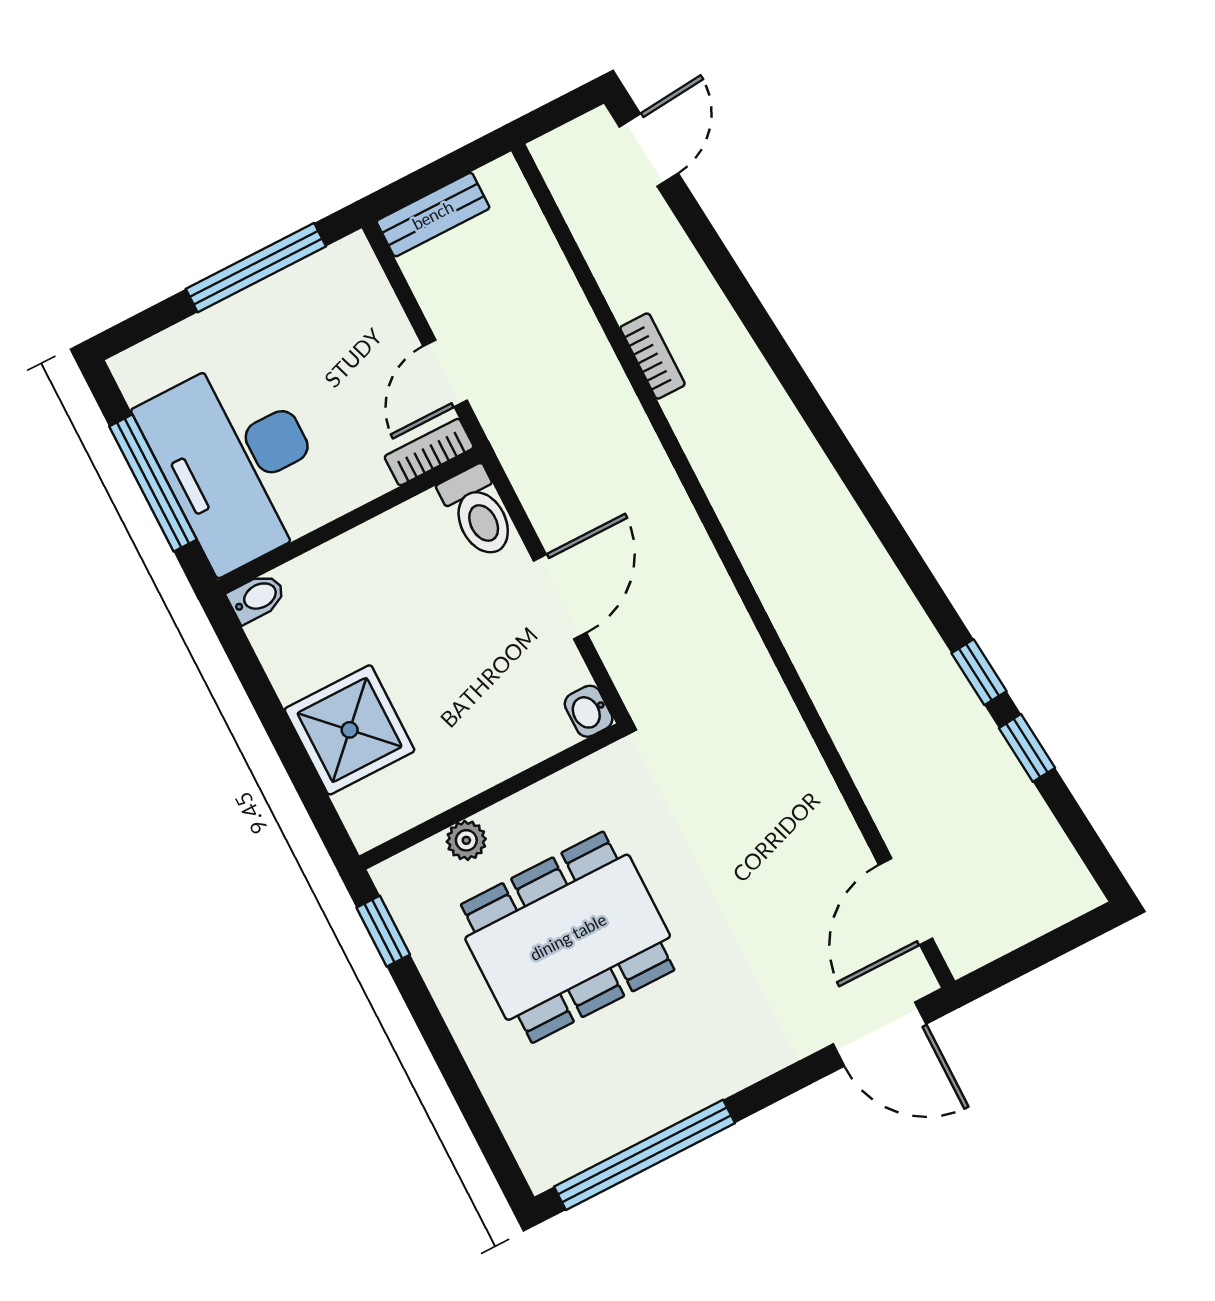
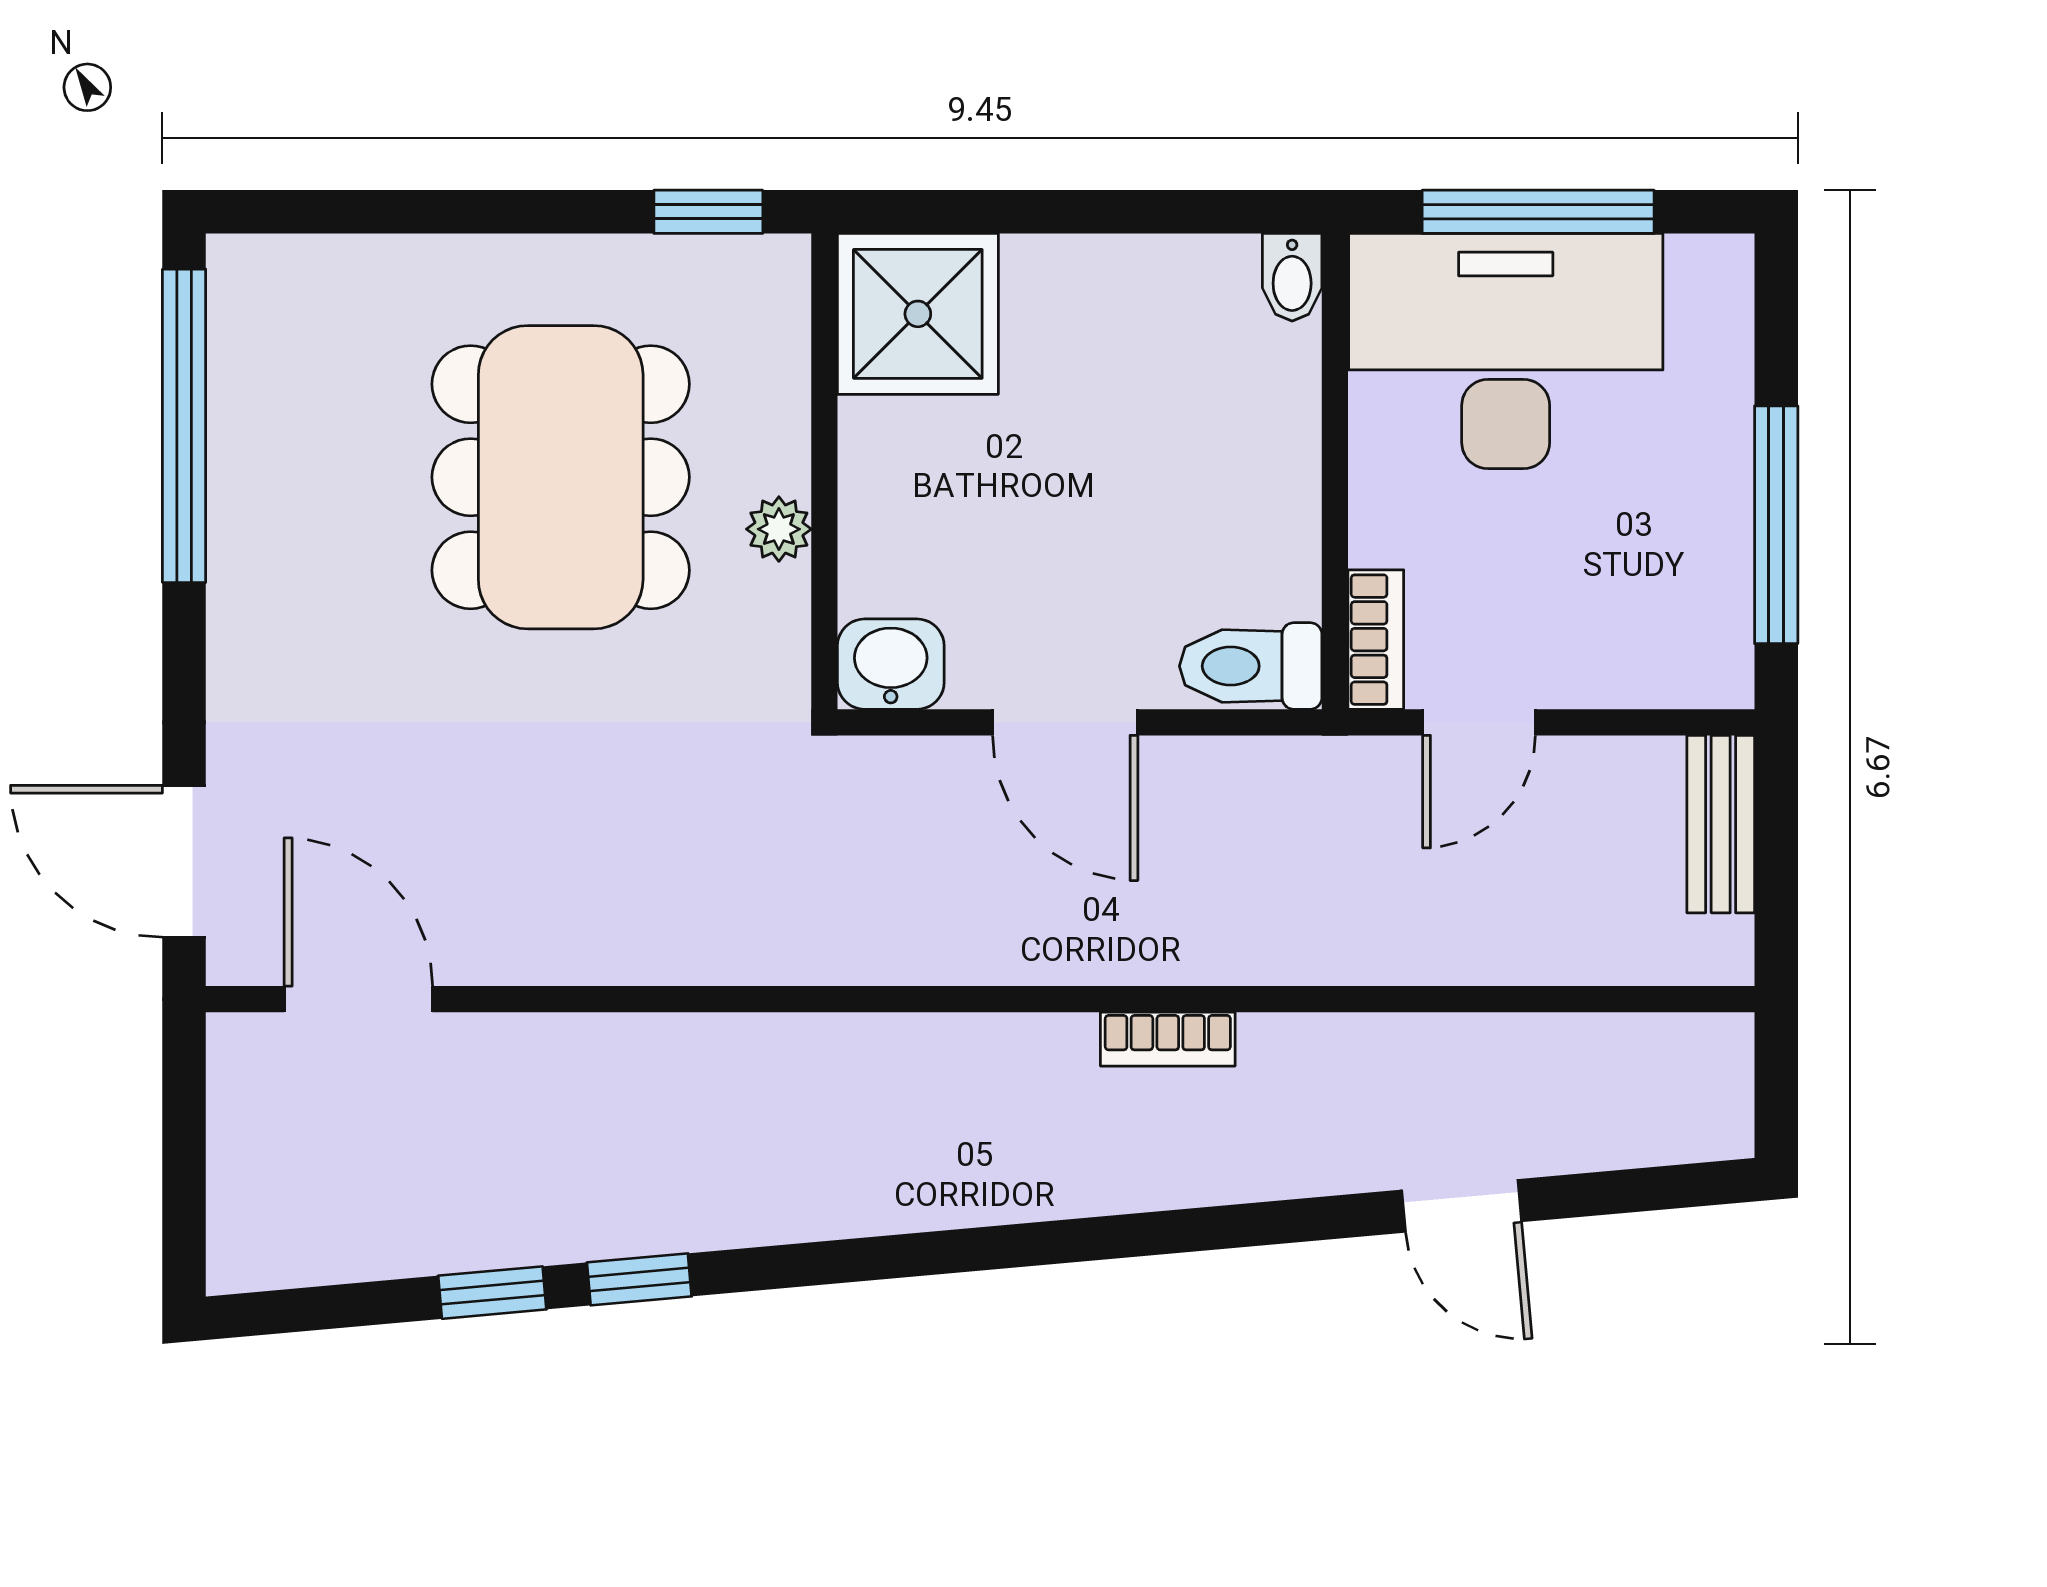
door: (649, 150) -> (1462, 1206), moved
bookcase: (652, 356) -> (1168, 1039), moved
door: (445, 373) -> (1479, 722), swing flipped
washbasin: (589, 711) -> (891, 664), width x1.38, depth x1.45
shower: (350, 730) -> (918, 314), moved
plant: (466, 840) -> (779, 529), moved
door: (880, 1034) -> (184, 861), hinge flipped

